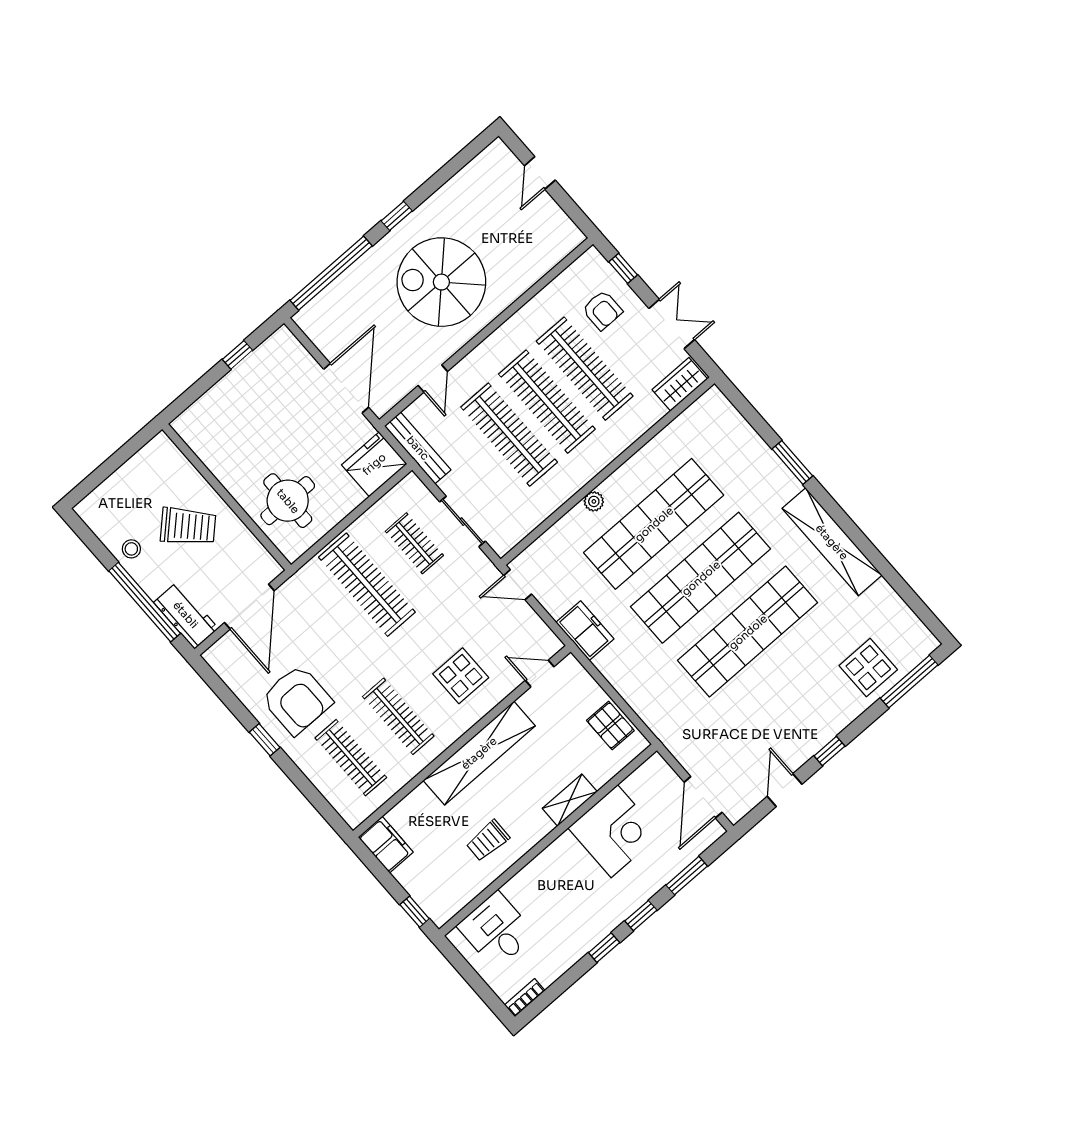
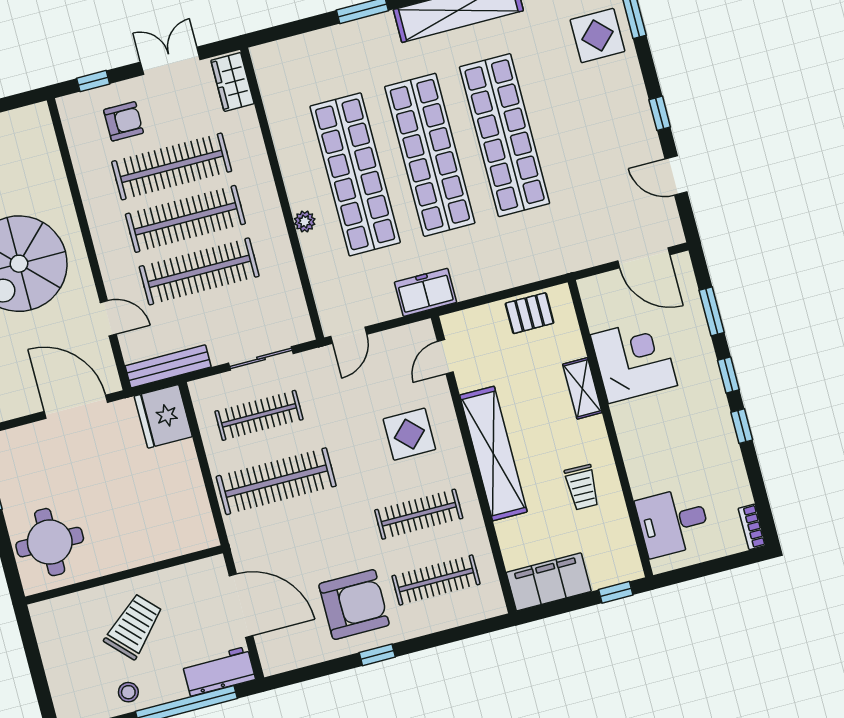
round table: (288, 501) -> (50, 542), moved
clothes rail: (414, 543) -> (259, 415), width x1.36
filing cabinet: (386, 845) -> (549, 582), width x1.50, depth x1.17

